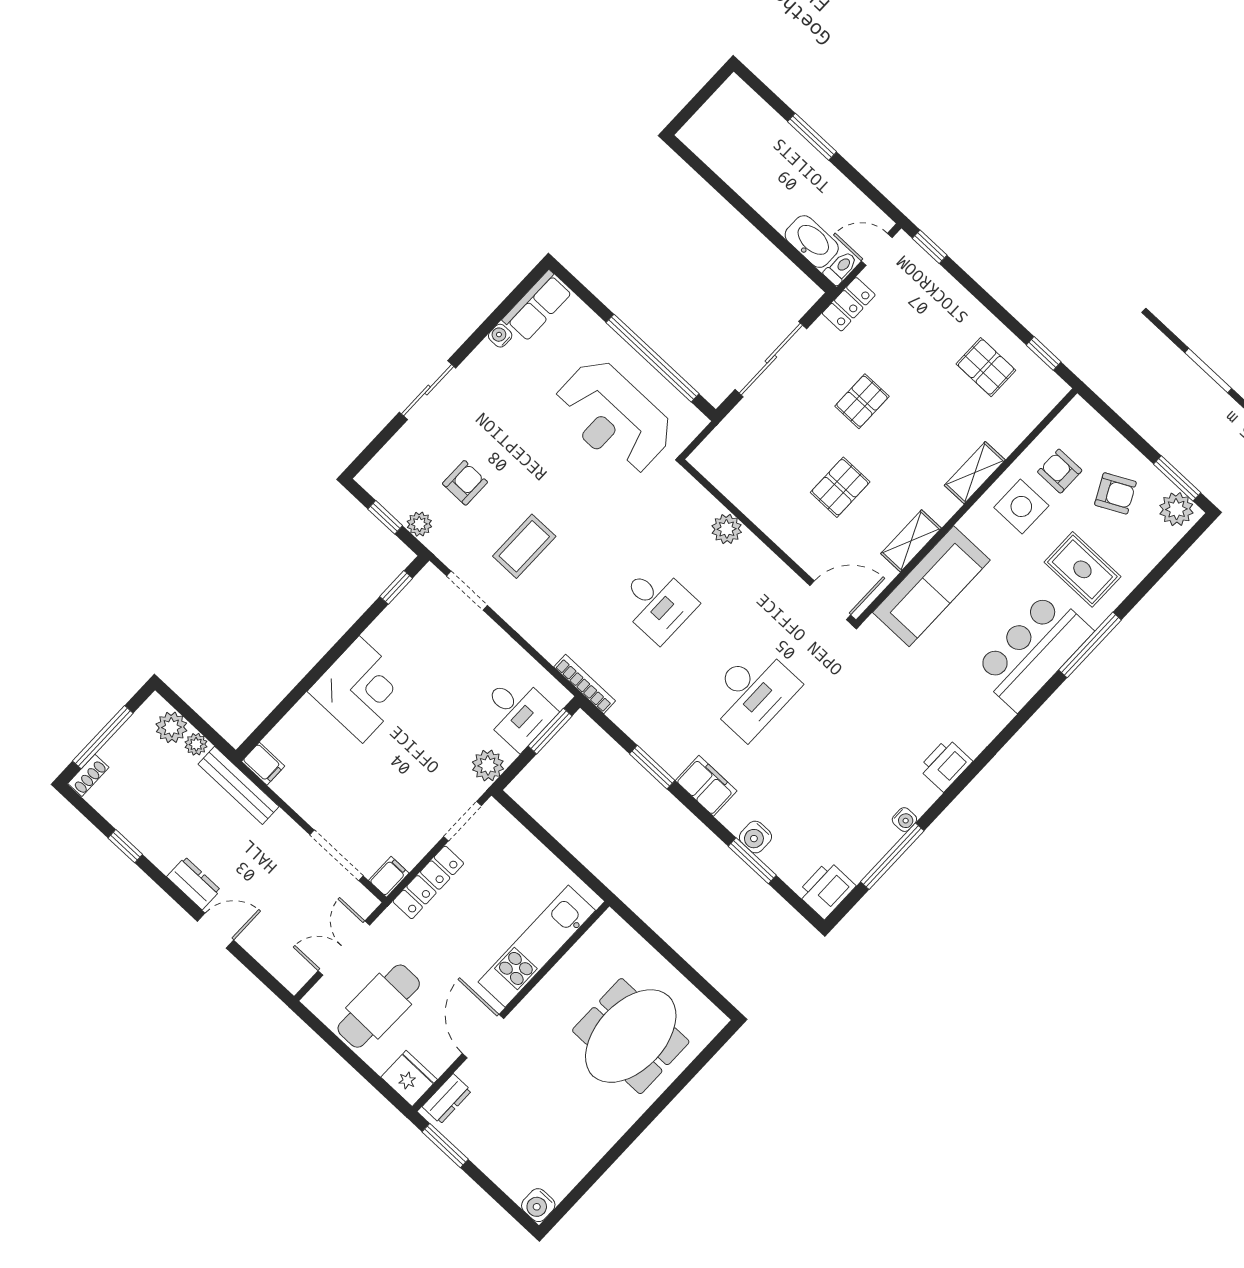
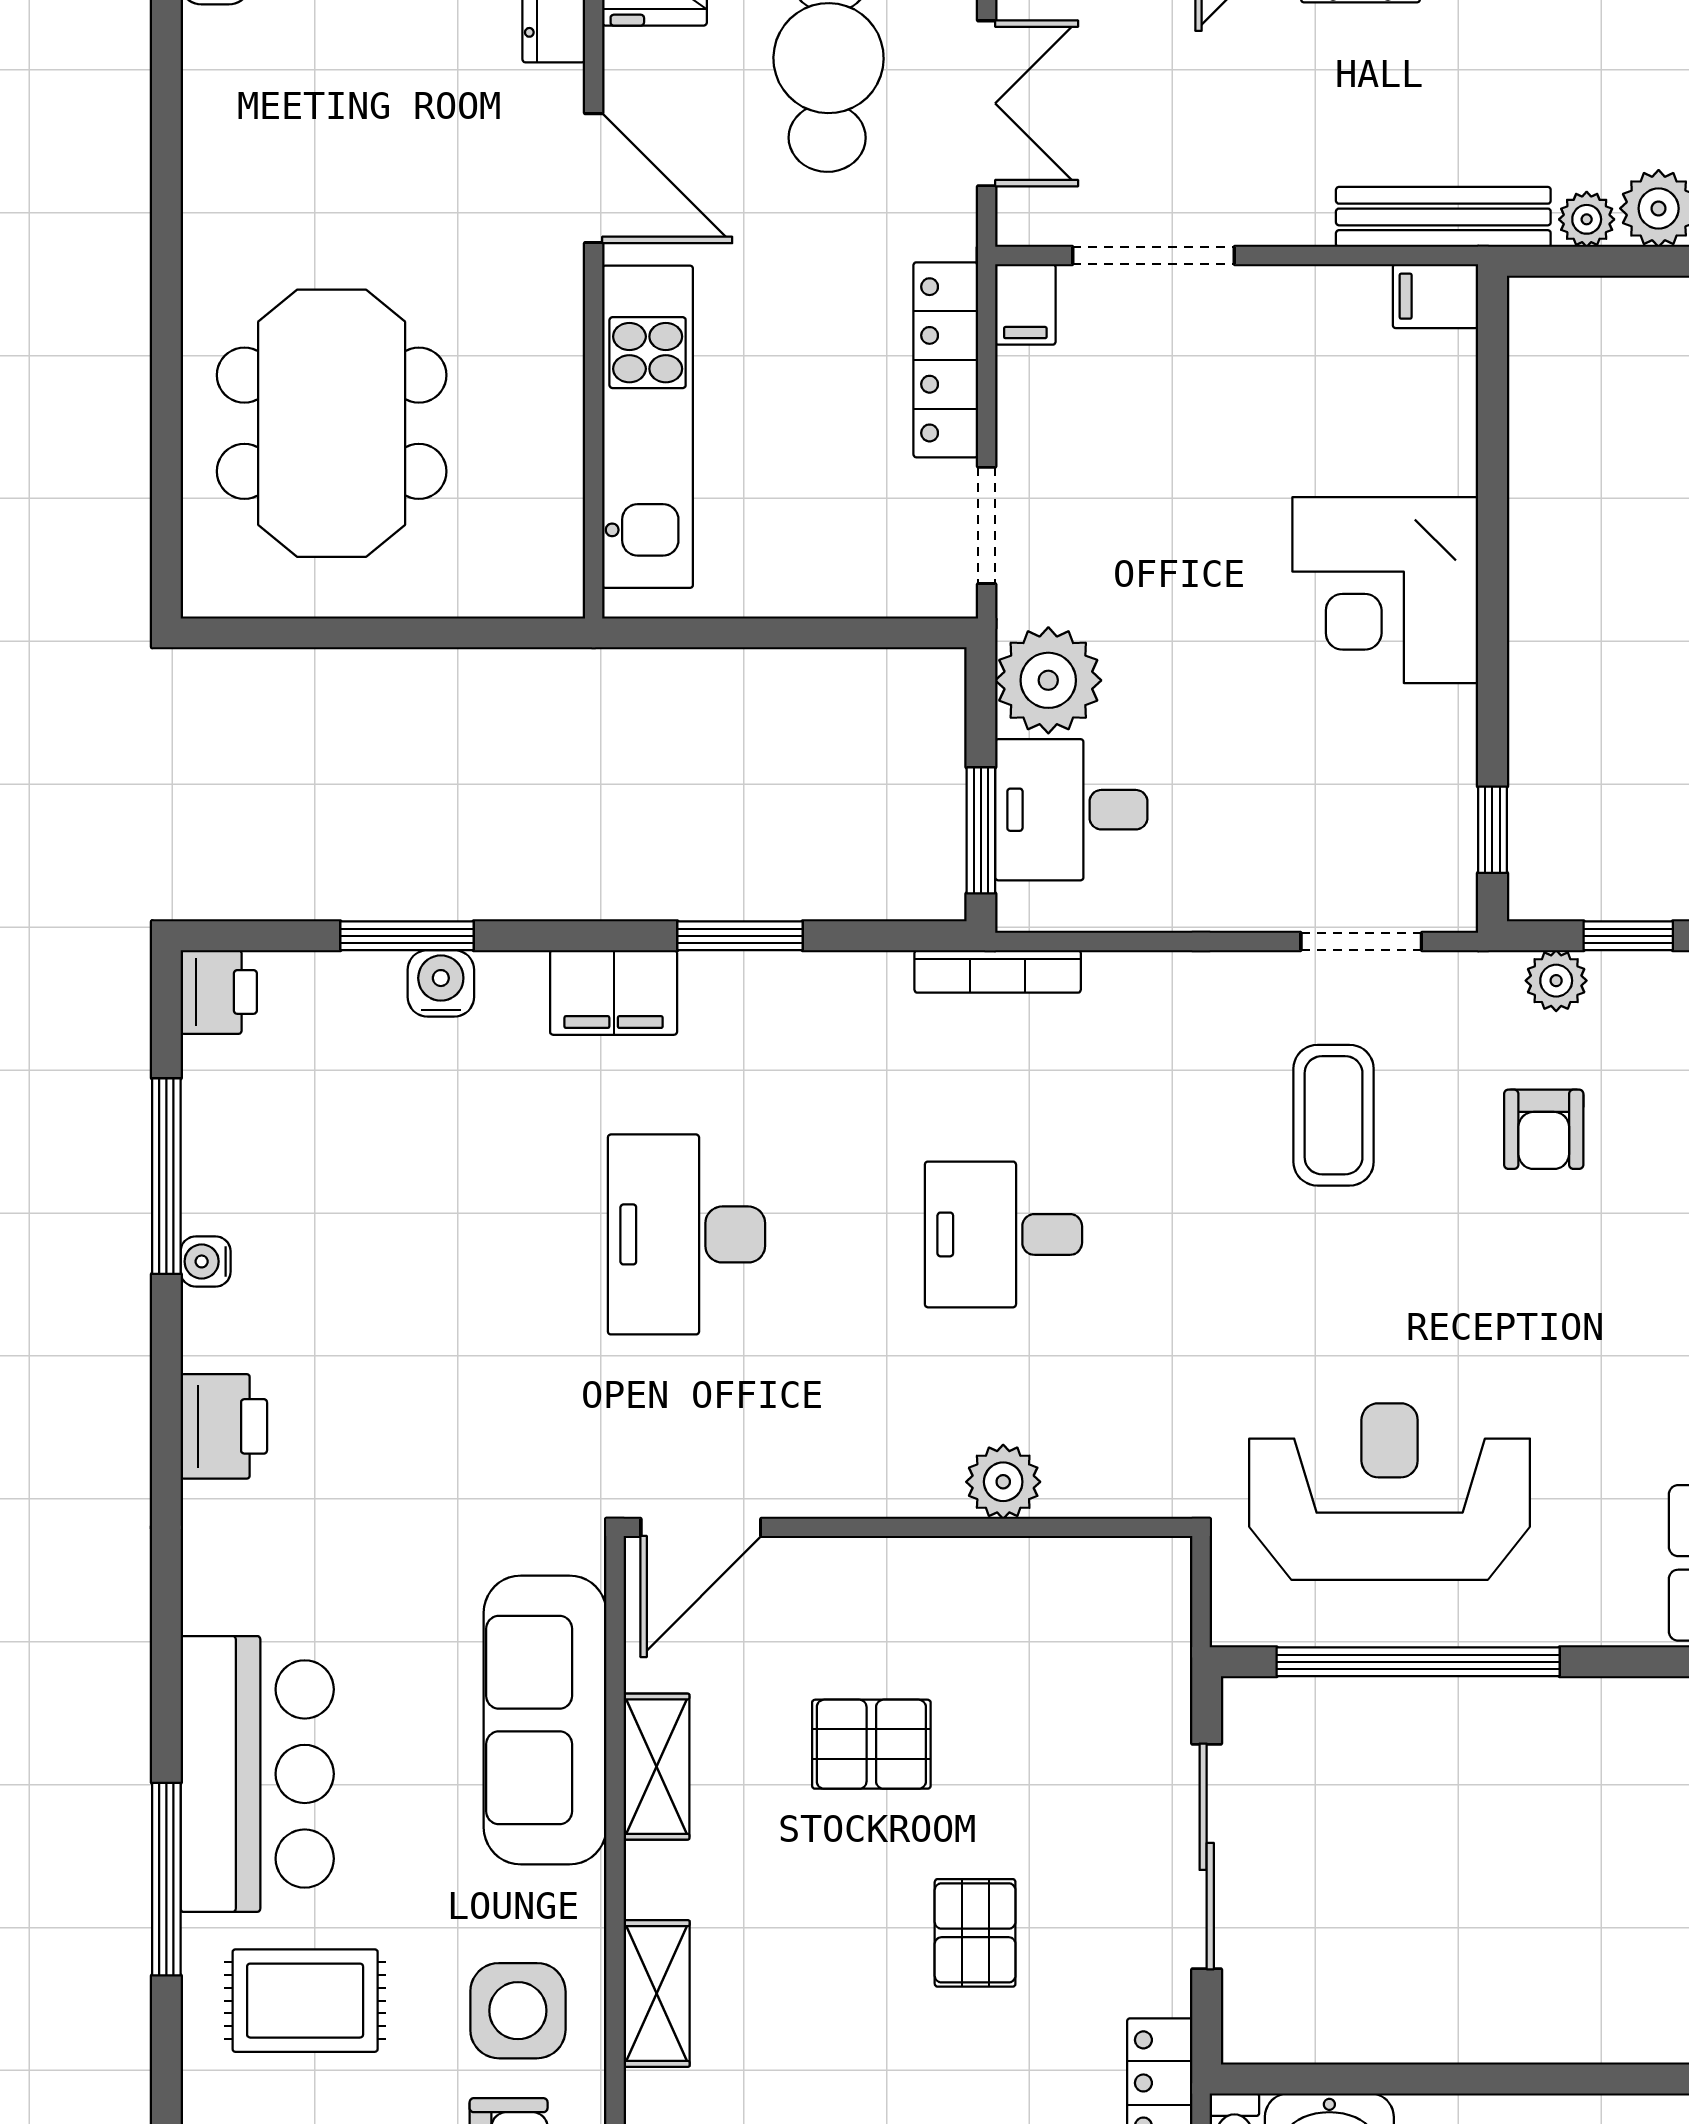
pallet: (840, 487) -> (871, 1744), turned 90
plant: (488, 765) -> (1048, 680), width x1.36, depth x1.36
printer: (826, 890) -> (219, 992), width x0.73, depth x0.81

